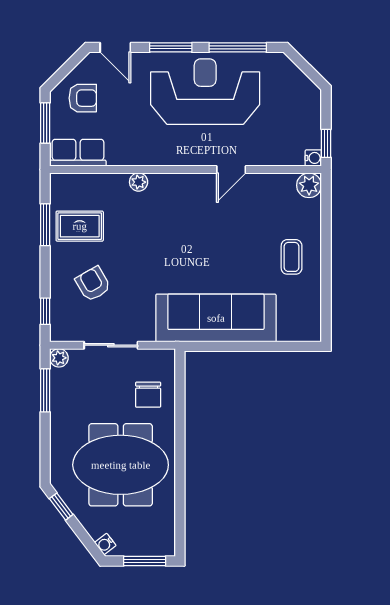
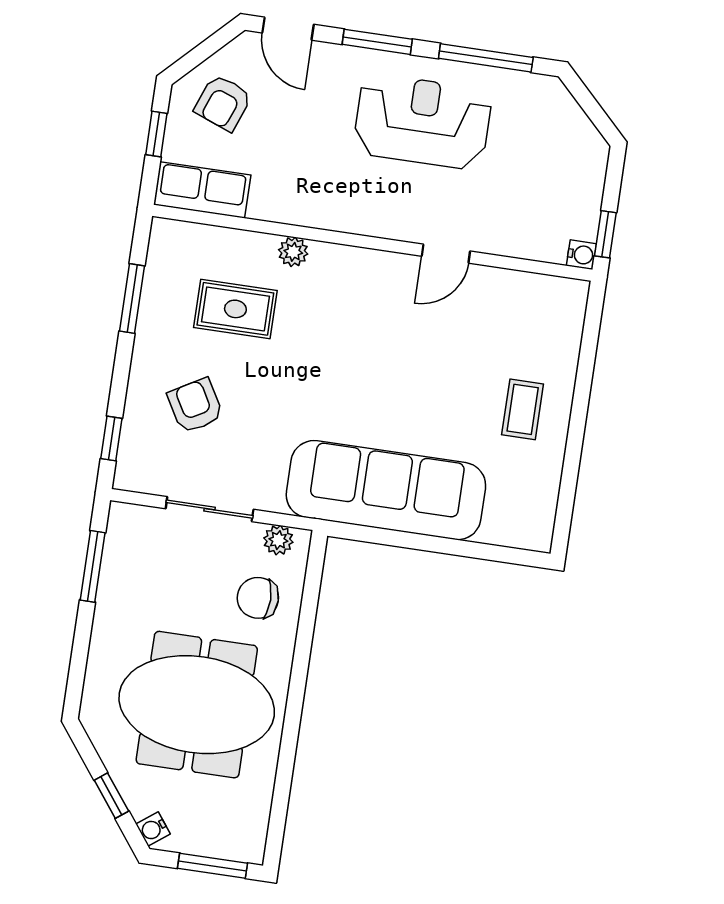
reception desk: (205, 92) -> (422, 122), width x0.74, depth x0.77
armchair: (83, 98) -> (223, 103), turned 111
window: (45, 123) -> (156, 134), width x0.67
plant: (309, 185) -> (568, 298), removed
rug: (80, 226) -> (235, 309), moved
plant: (59, 358) -> (278, 540), moved
chair: (148, 395) -> (258, 598), turned 90
window: (61, 507) -> (111, 796), moved

